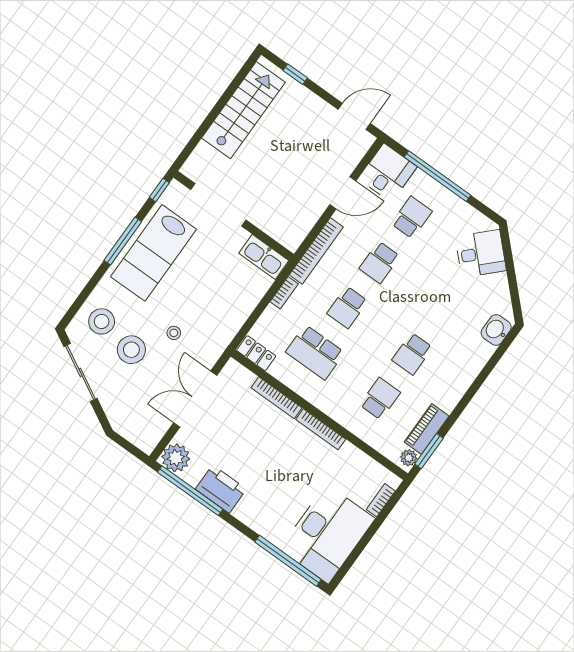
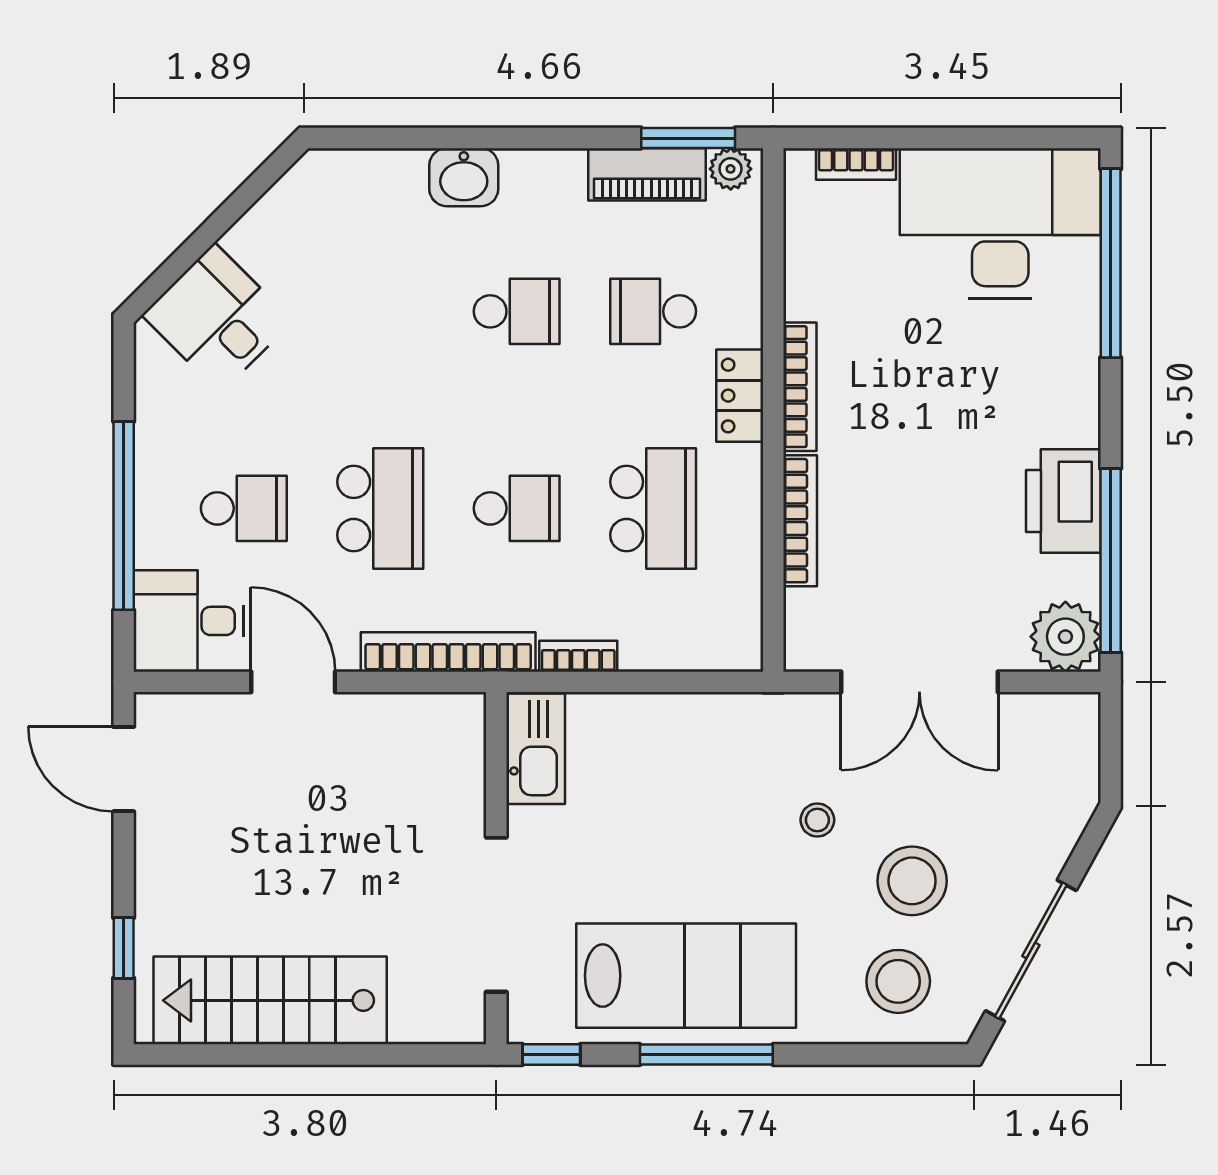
school desk: (412, 217) -> (244, 508), turned 180
school desk: (380, 262) -> (380, 508), width x1.85
washbasin: (496, 330) -> (464, 177), moved
locker: (256, 353) -> (740, 396), moved

